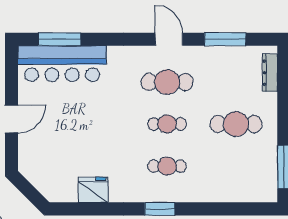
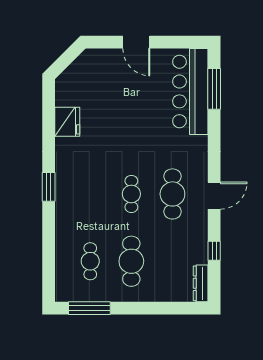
window: (225, 39) -> (214, 251), width x0.46
dresser: (270, 73) -> (201, 283), moved, turned -90
cafe table: (167, 166) -> (90, 261), moved

